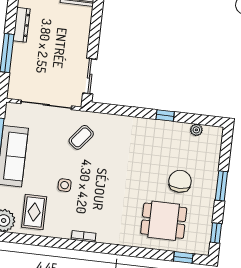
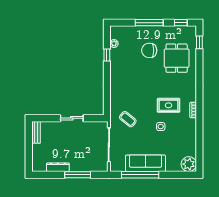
sliding door: (90, 76) -> (72, 118), moved
window: (165, 116) -> (107, 55), moved
window: (221, 186) -> (149, 23), width x1.44
rug: (34, 212) -> (168, 105), moved

